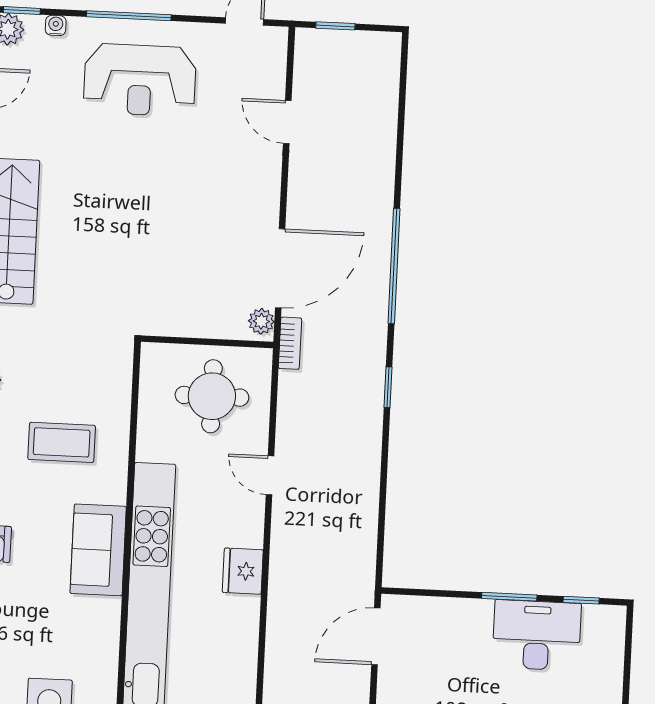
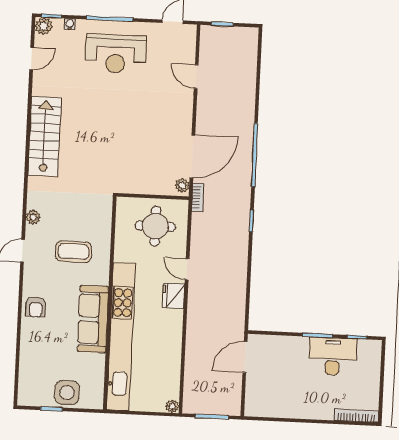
sofa: (98, 550) -> (93, 319), width x1.36
fridge: (243, 571) -> (174, 296), moved

